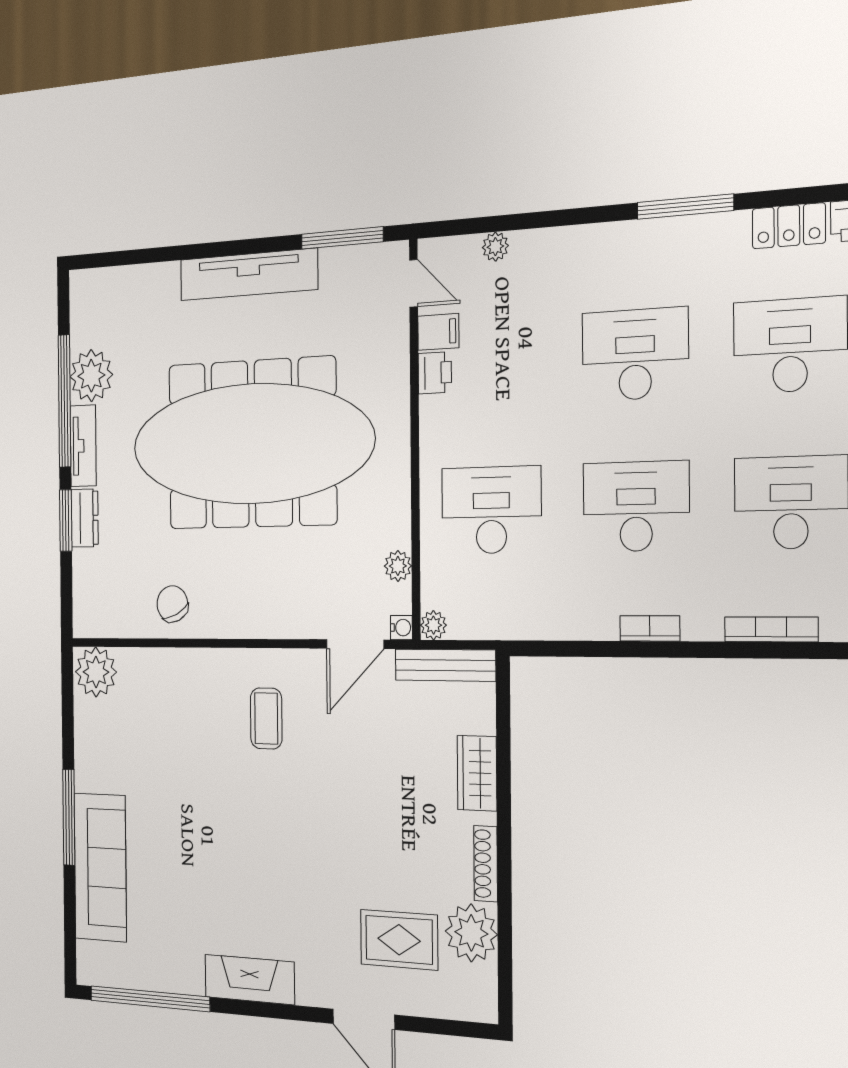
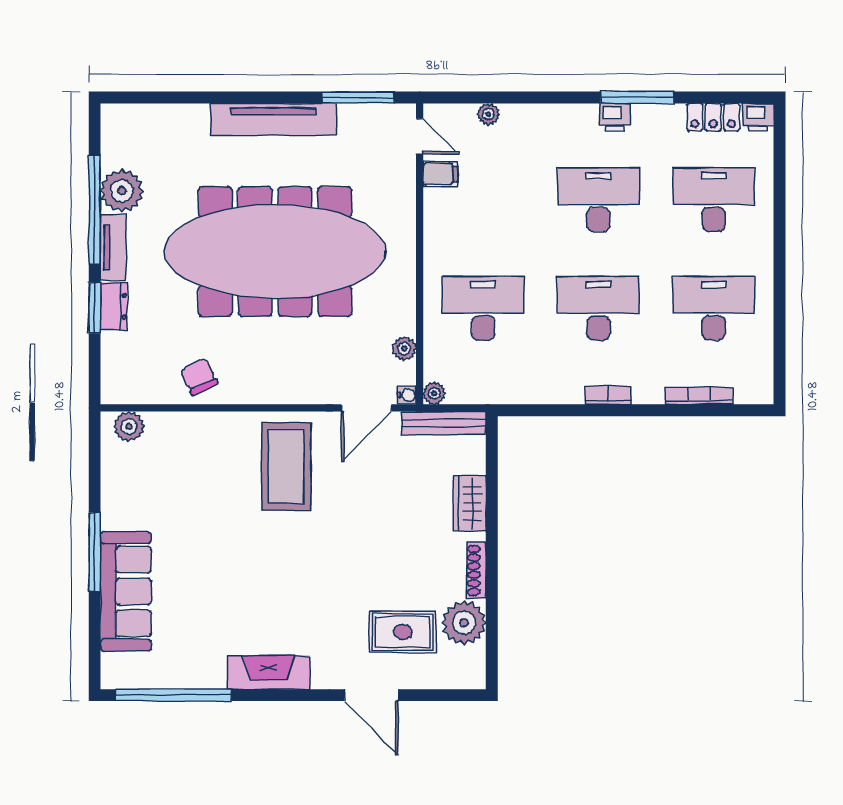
printer: (435, 373) -> (615, 117), moved, turned 90
plant: (96, 672) -> (129, 426), width x0.73, depth x0.73
coffee table: (266, 718) -> (286, 466), width x1.86, depth x1.72

